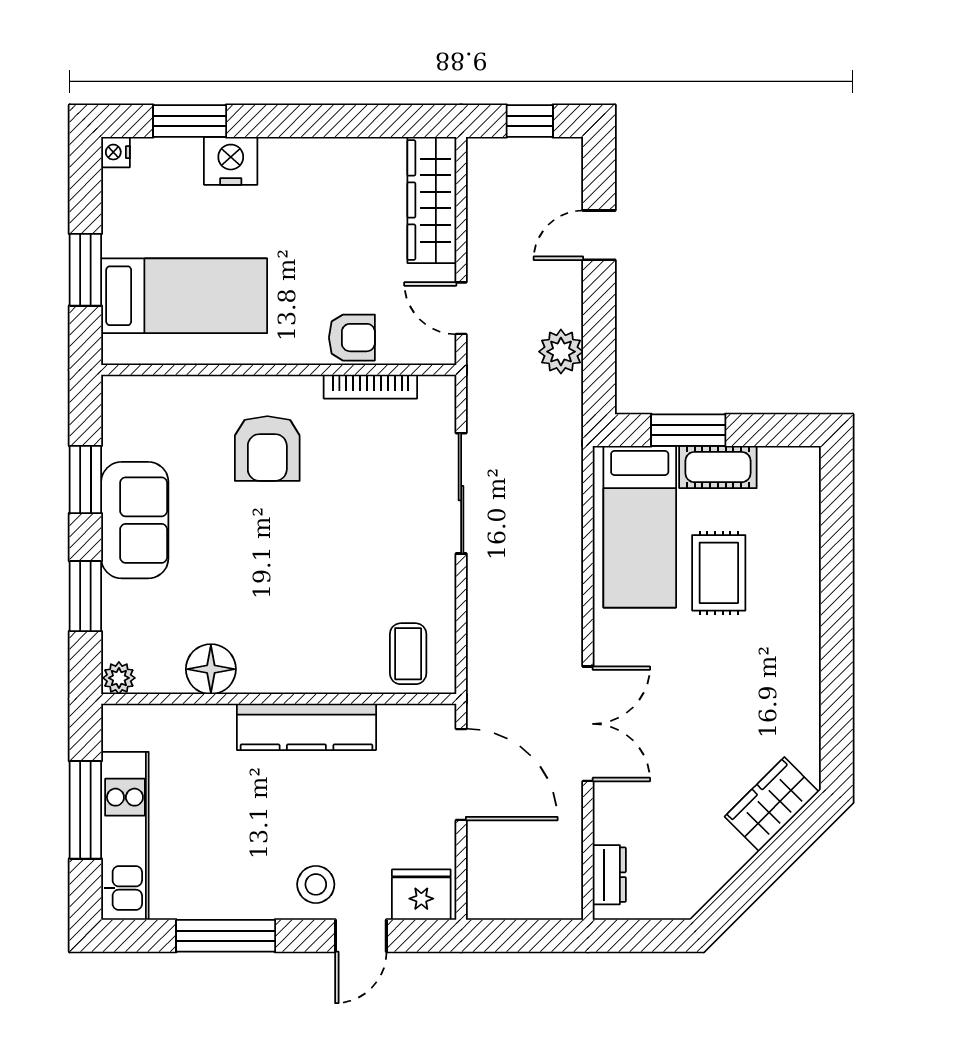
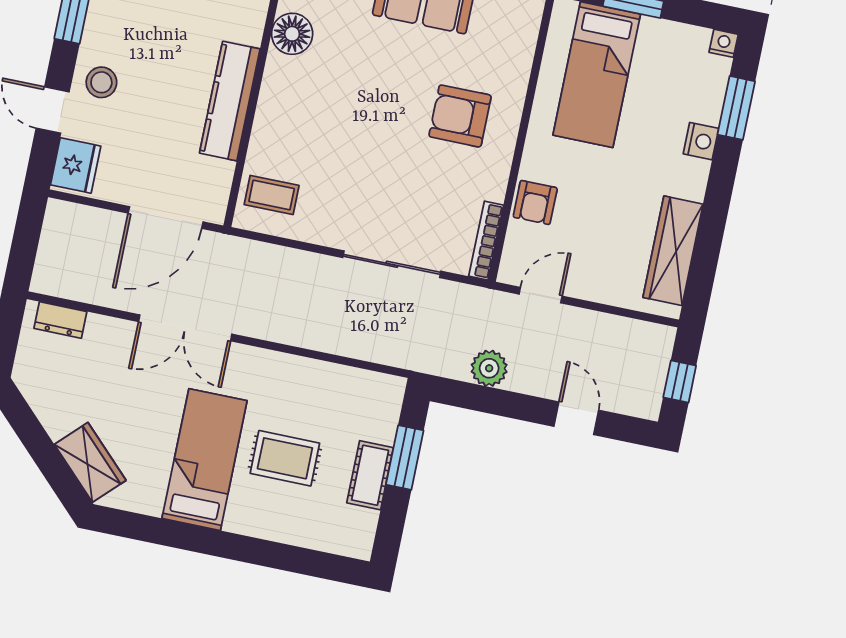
nightstand: (231, 161) -> (701, 141), width x0.74, depth x0.75
wardrobe: (432, 200) -> (673, 251), moved, turned -90
bookcase: (370, 387) -> (486, 241), moved
bed: (640, 527) -> (205, 460), moved, turned 90

